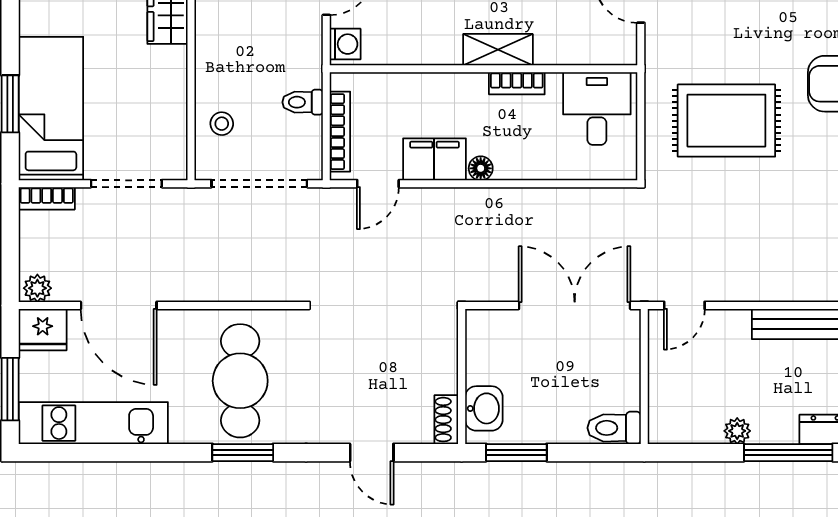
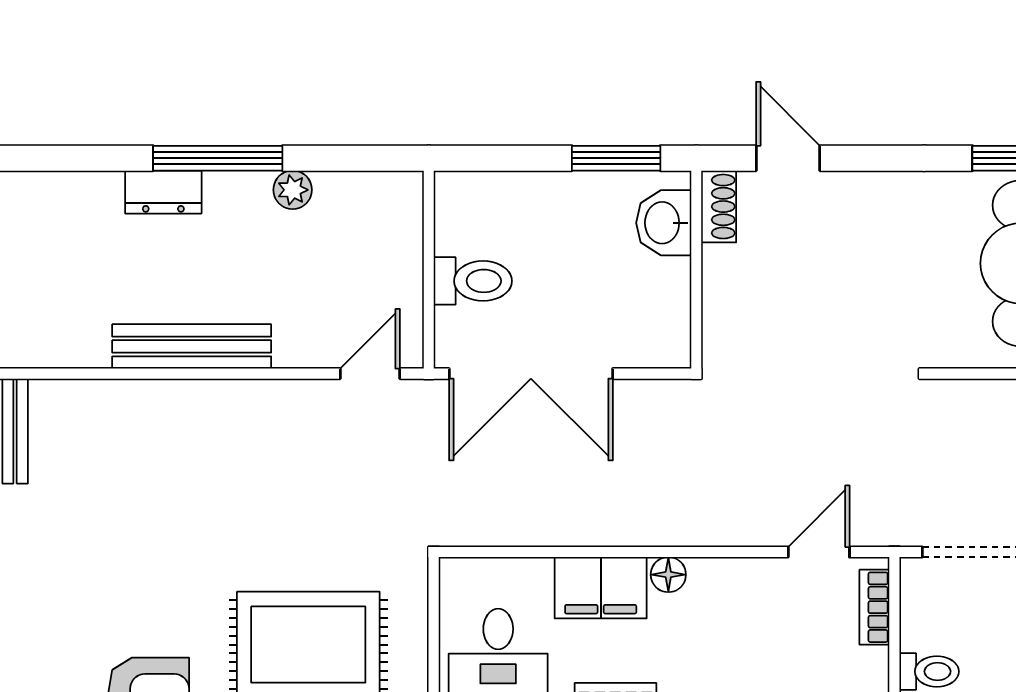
bookcase: (340, 132) -> (874, 607), width x0.64
filing cabinet: (434, 159) -> (601, 588), moved
toilet: (614, 428) -> (473, 281), moved
door: (372, 453) -> (788, 158), moved

